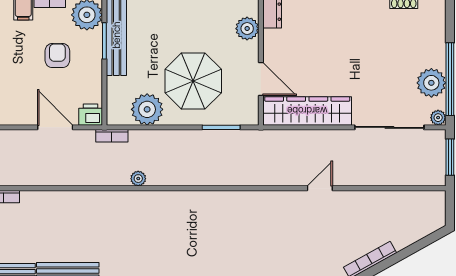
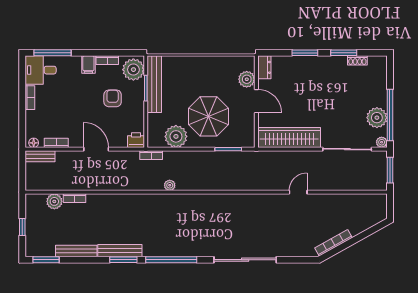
door: (261, 79) -> (256, 101), moved
door: (55, 127) -> (96, 149), moved

